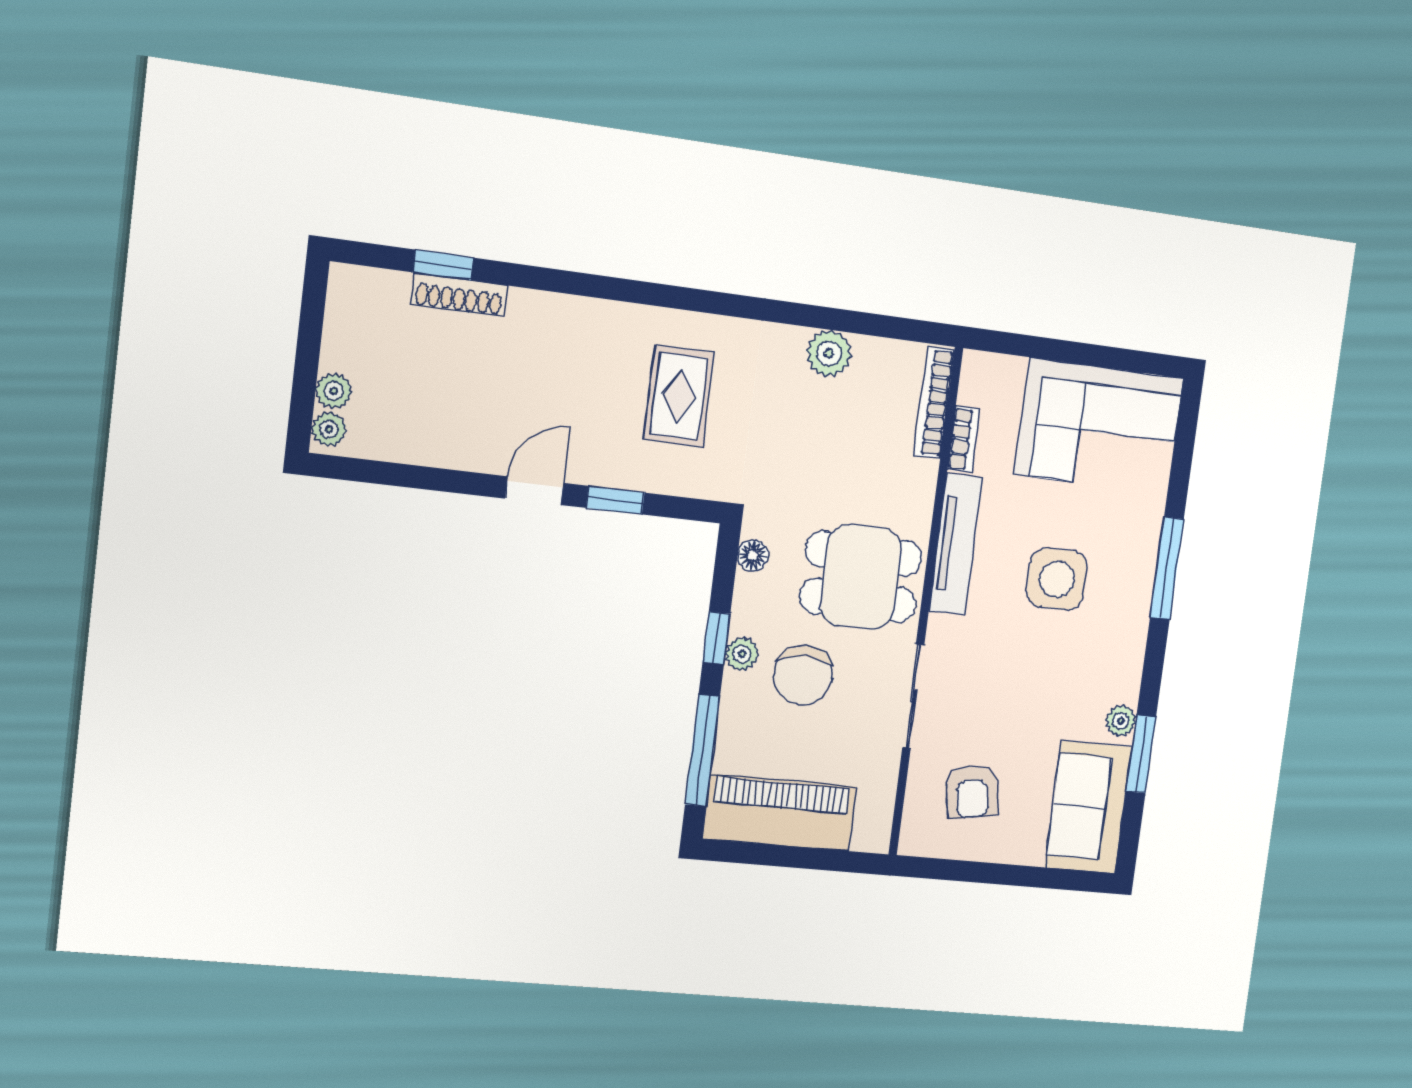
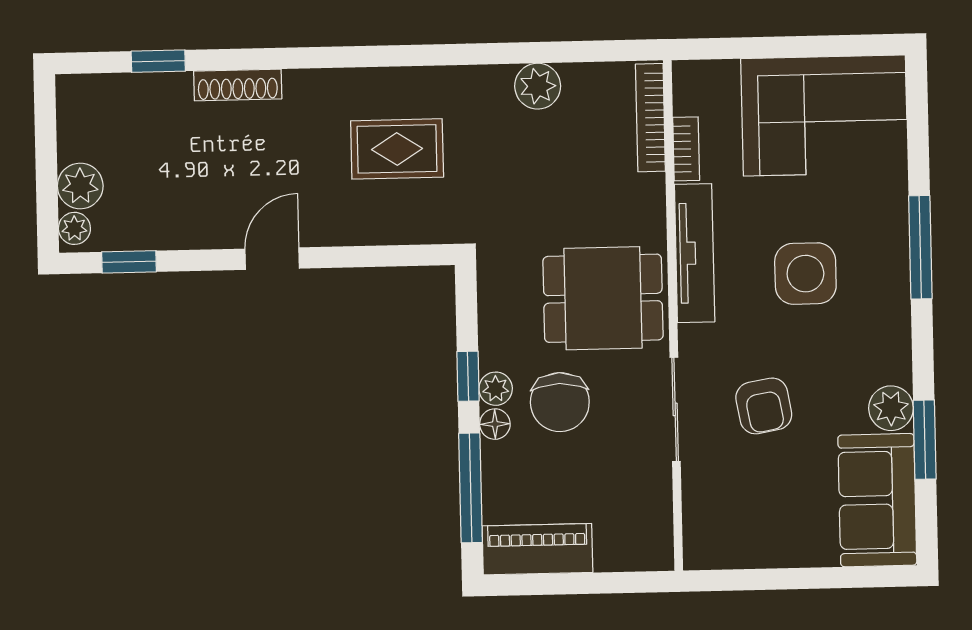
shoe rack: (459, 295) -> (238, 85), moved
plant: (334, 391) -> (80, 186), width x1.38, depth x1.38
rug: (679, 396) -> (397, 149), turned 90
window: (615, 500) -> (129, 262), moved
floor lamp: (753, 555) -> (495, 424), moved
plant: (1121, 721) -> (891, 408), width x1.38, depth x1.38
armchair: (972, 792) -> (764, 406), moved
piano: (780, 813) -> (537, 549), width x0.73, depth x0.75

